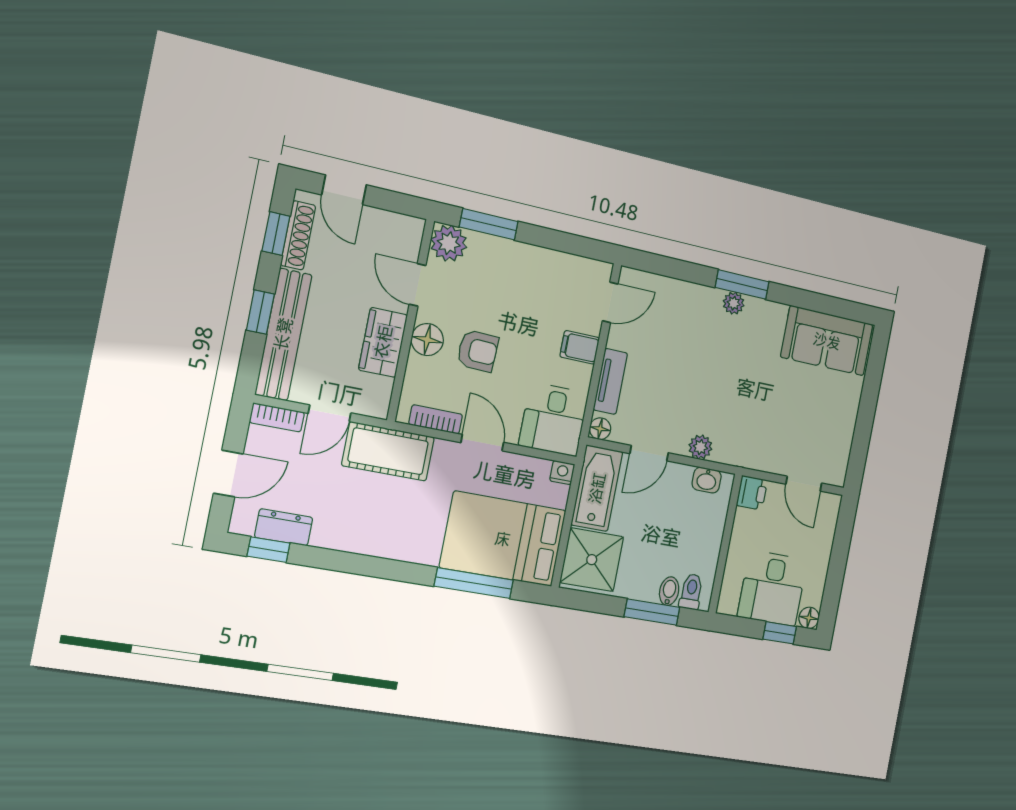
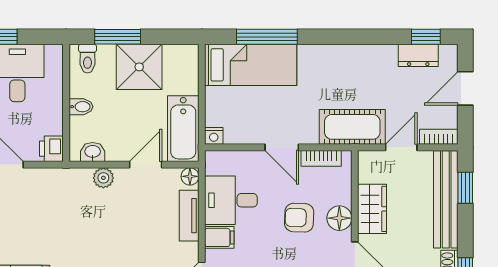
window: (260, 312) -> (465, 188), moved
desk: (554, 419) -> (231, 200), moved, turned -90
bed: (503, 539) -> (251, 65), width x0.67
shower: (592, 560) -> (139, 67), moved
bidet: (669, 591) -> (81, 107), moved, turned -90

